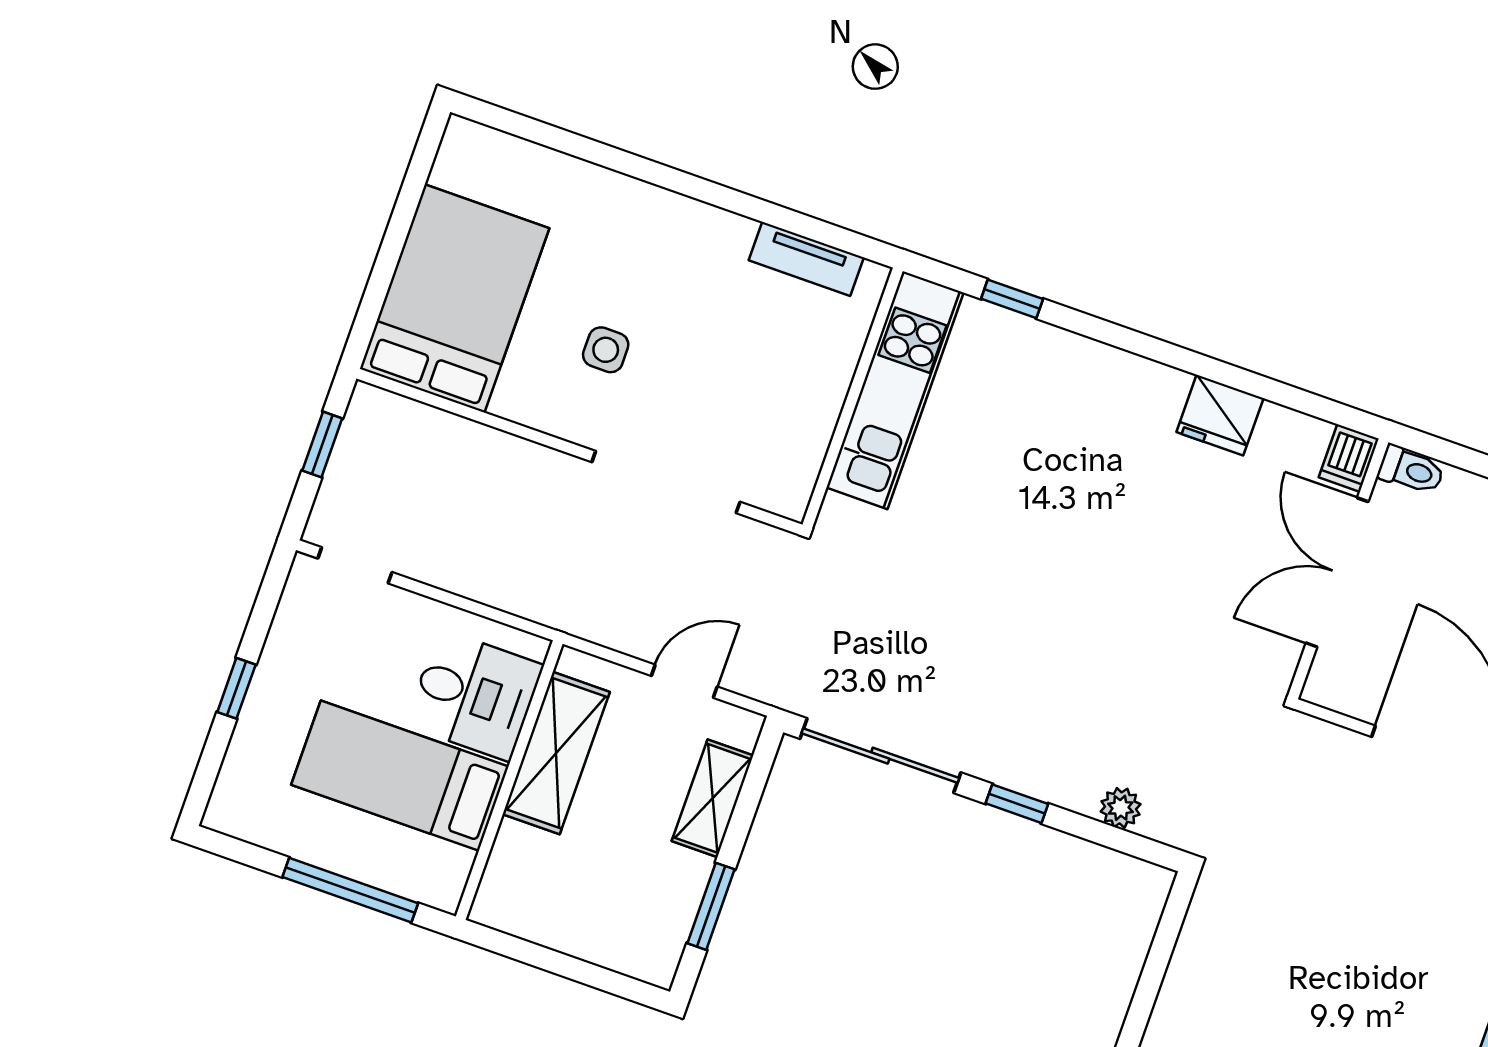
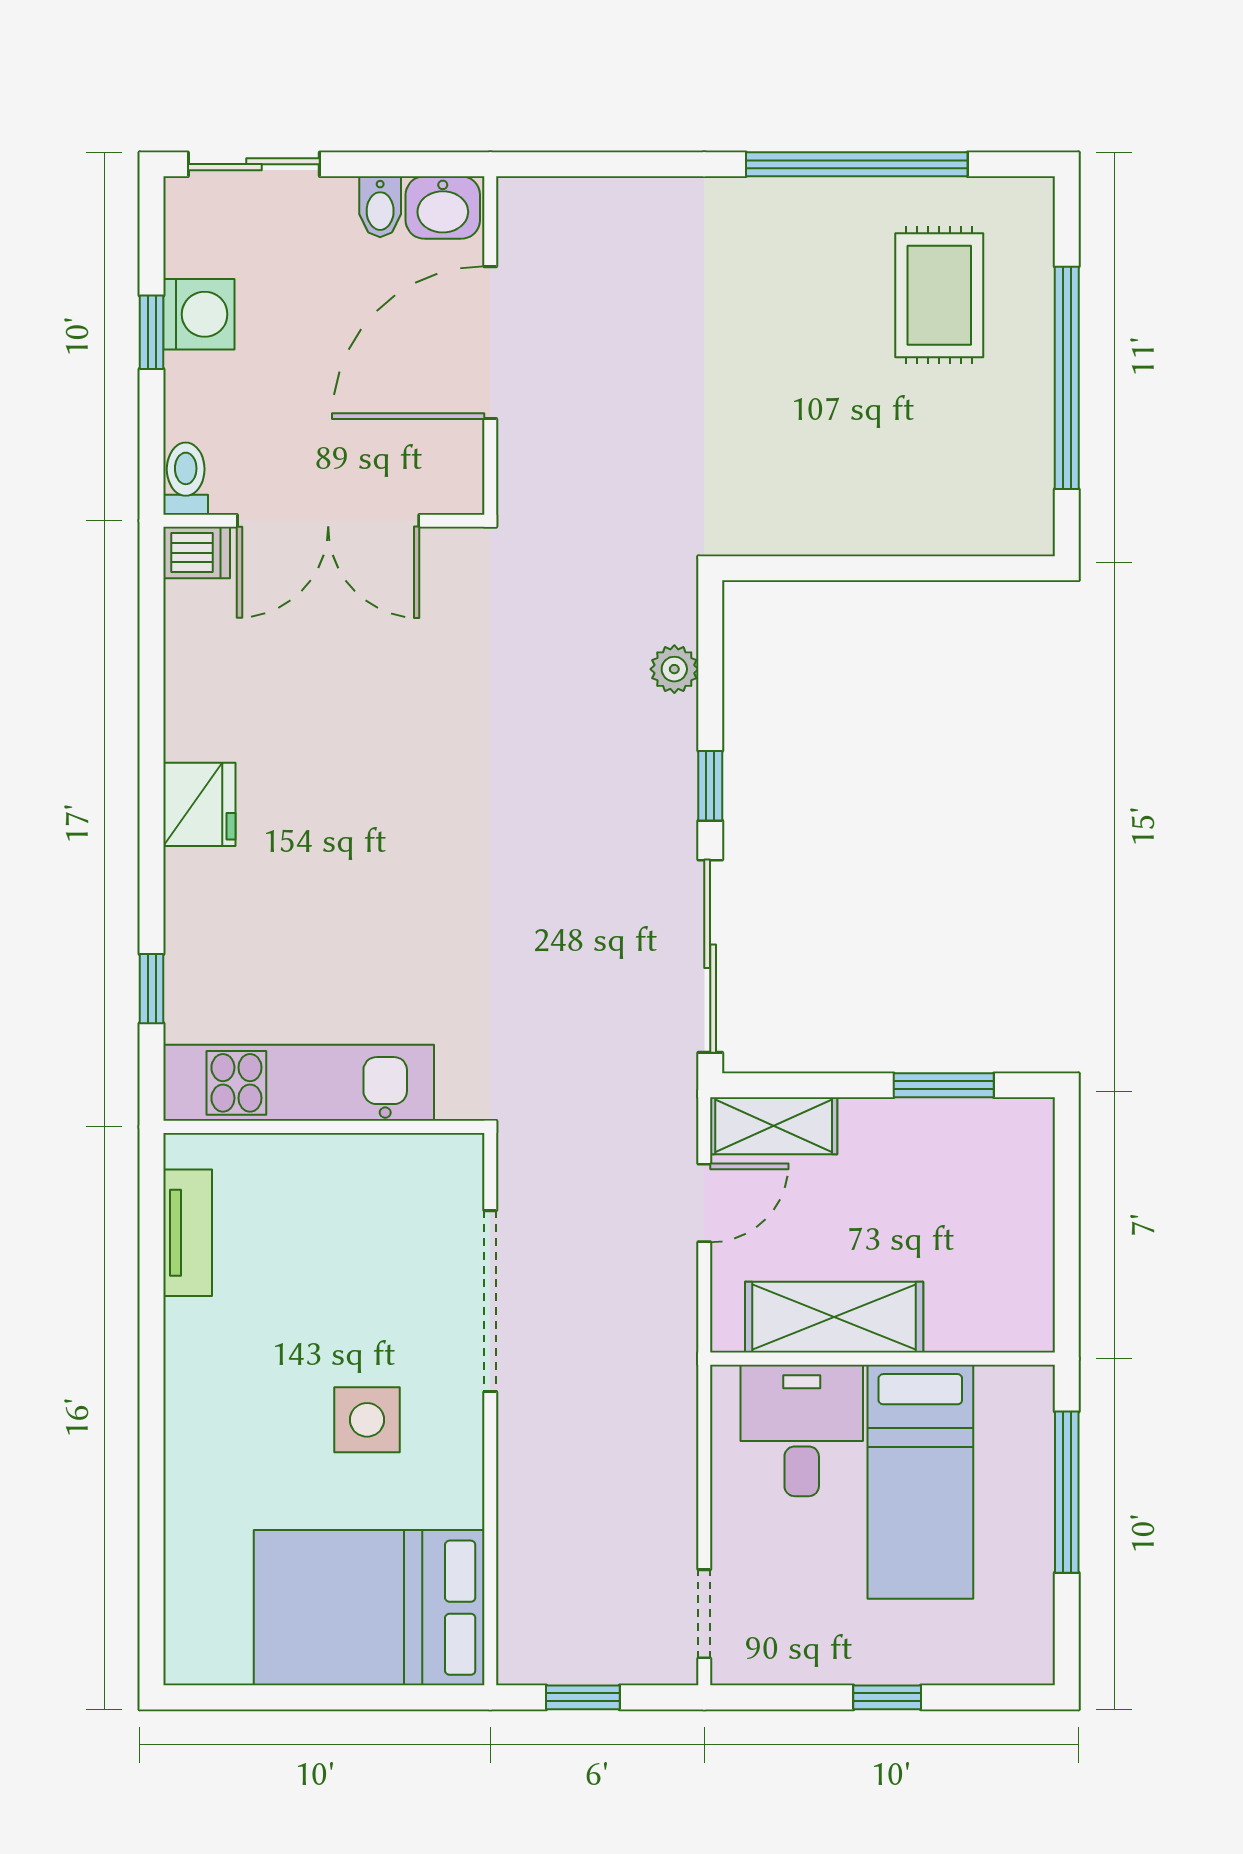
side table: (606, 350) -> (367, 1420), width x1.37, depth x1.37
fridge: (1220, 415) -> (199, 804), moved
door: (684, 681) -> (704, 1203), swing flipped
shelving: (713, 798) -> (774, 1126), moved

